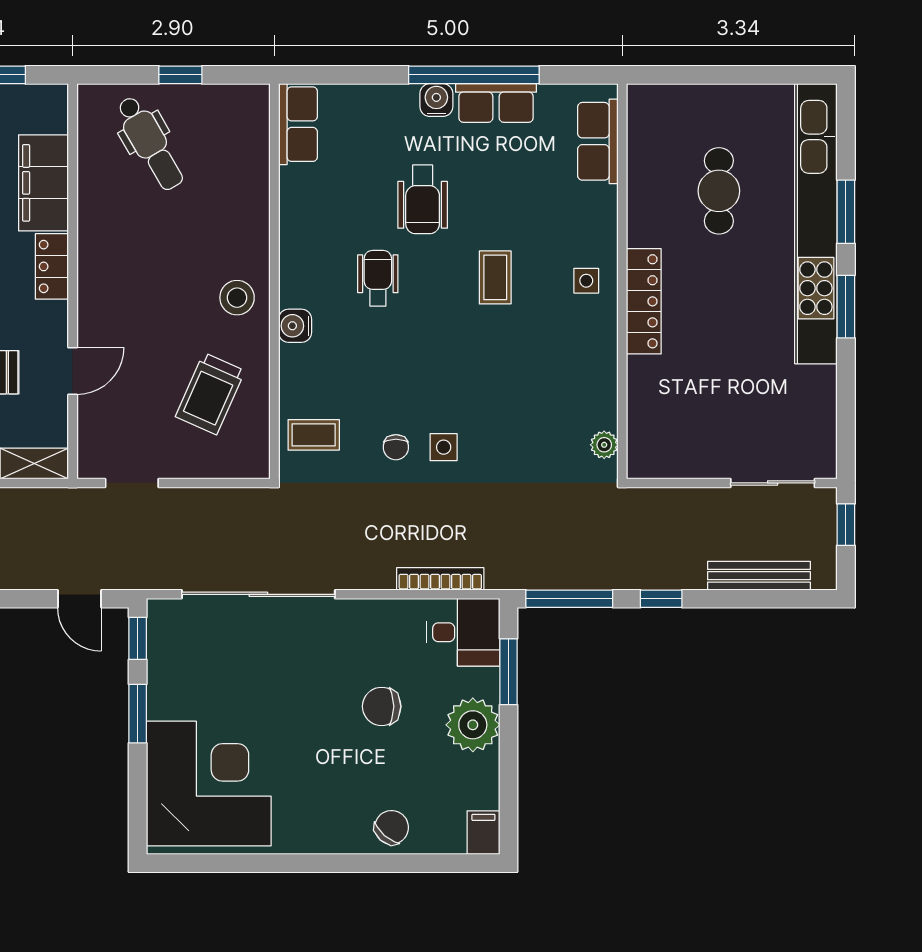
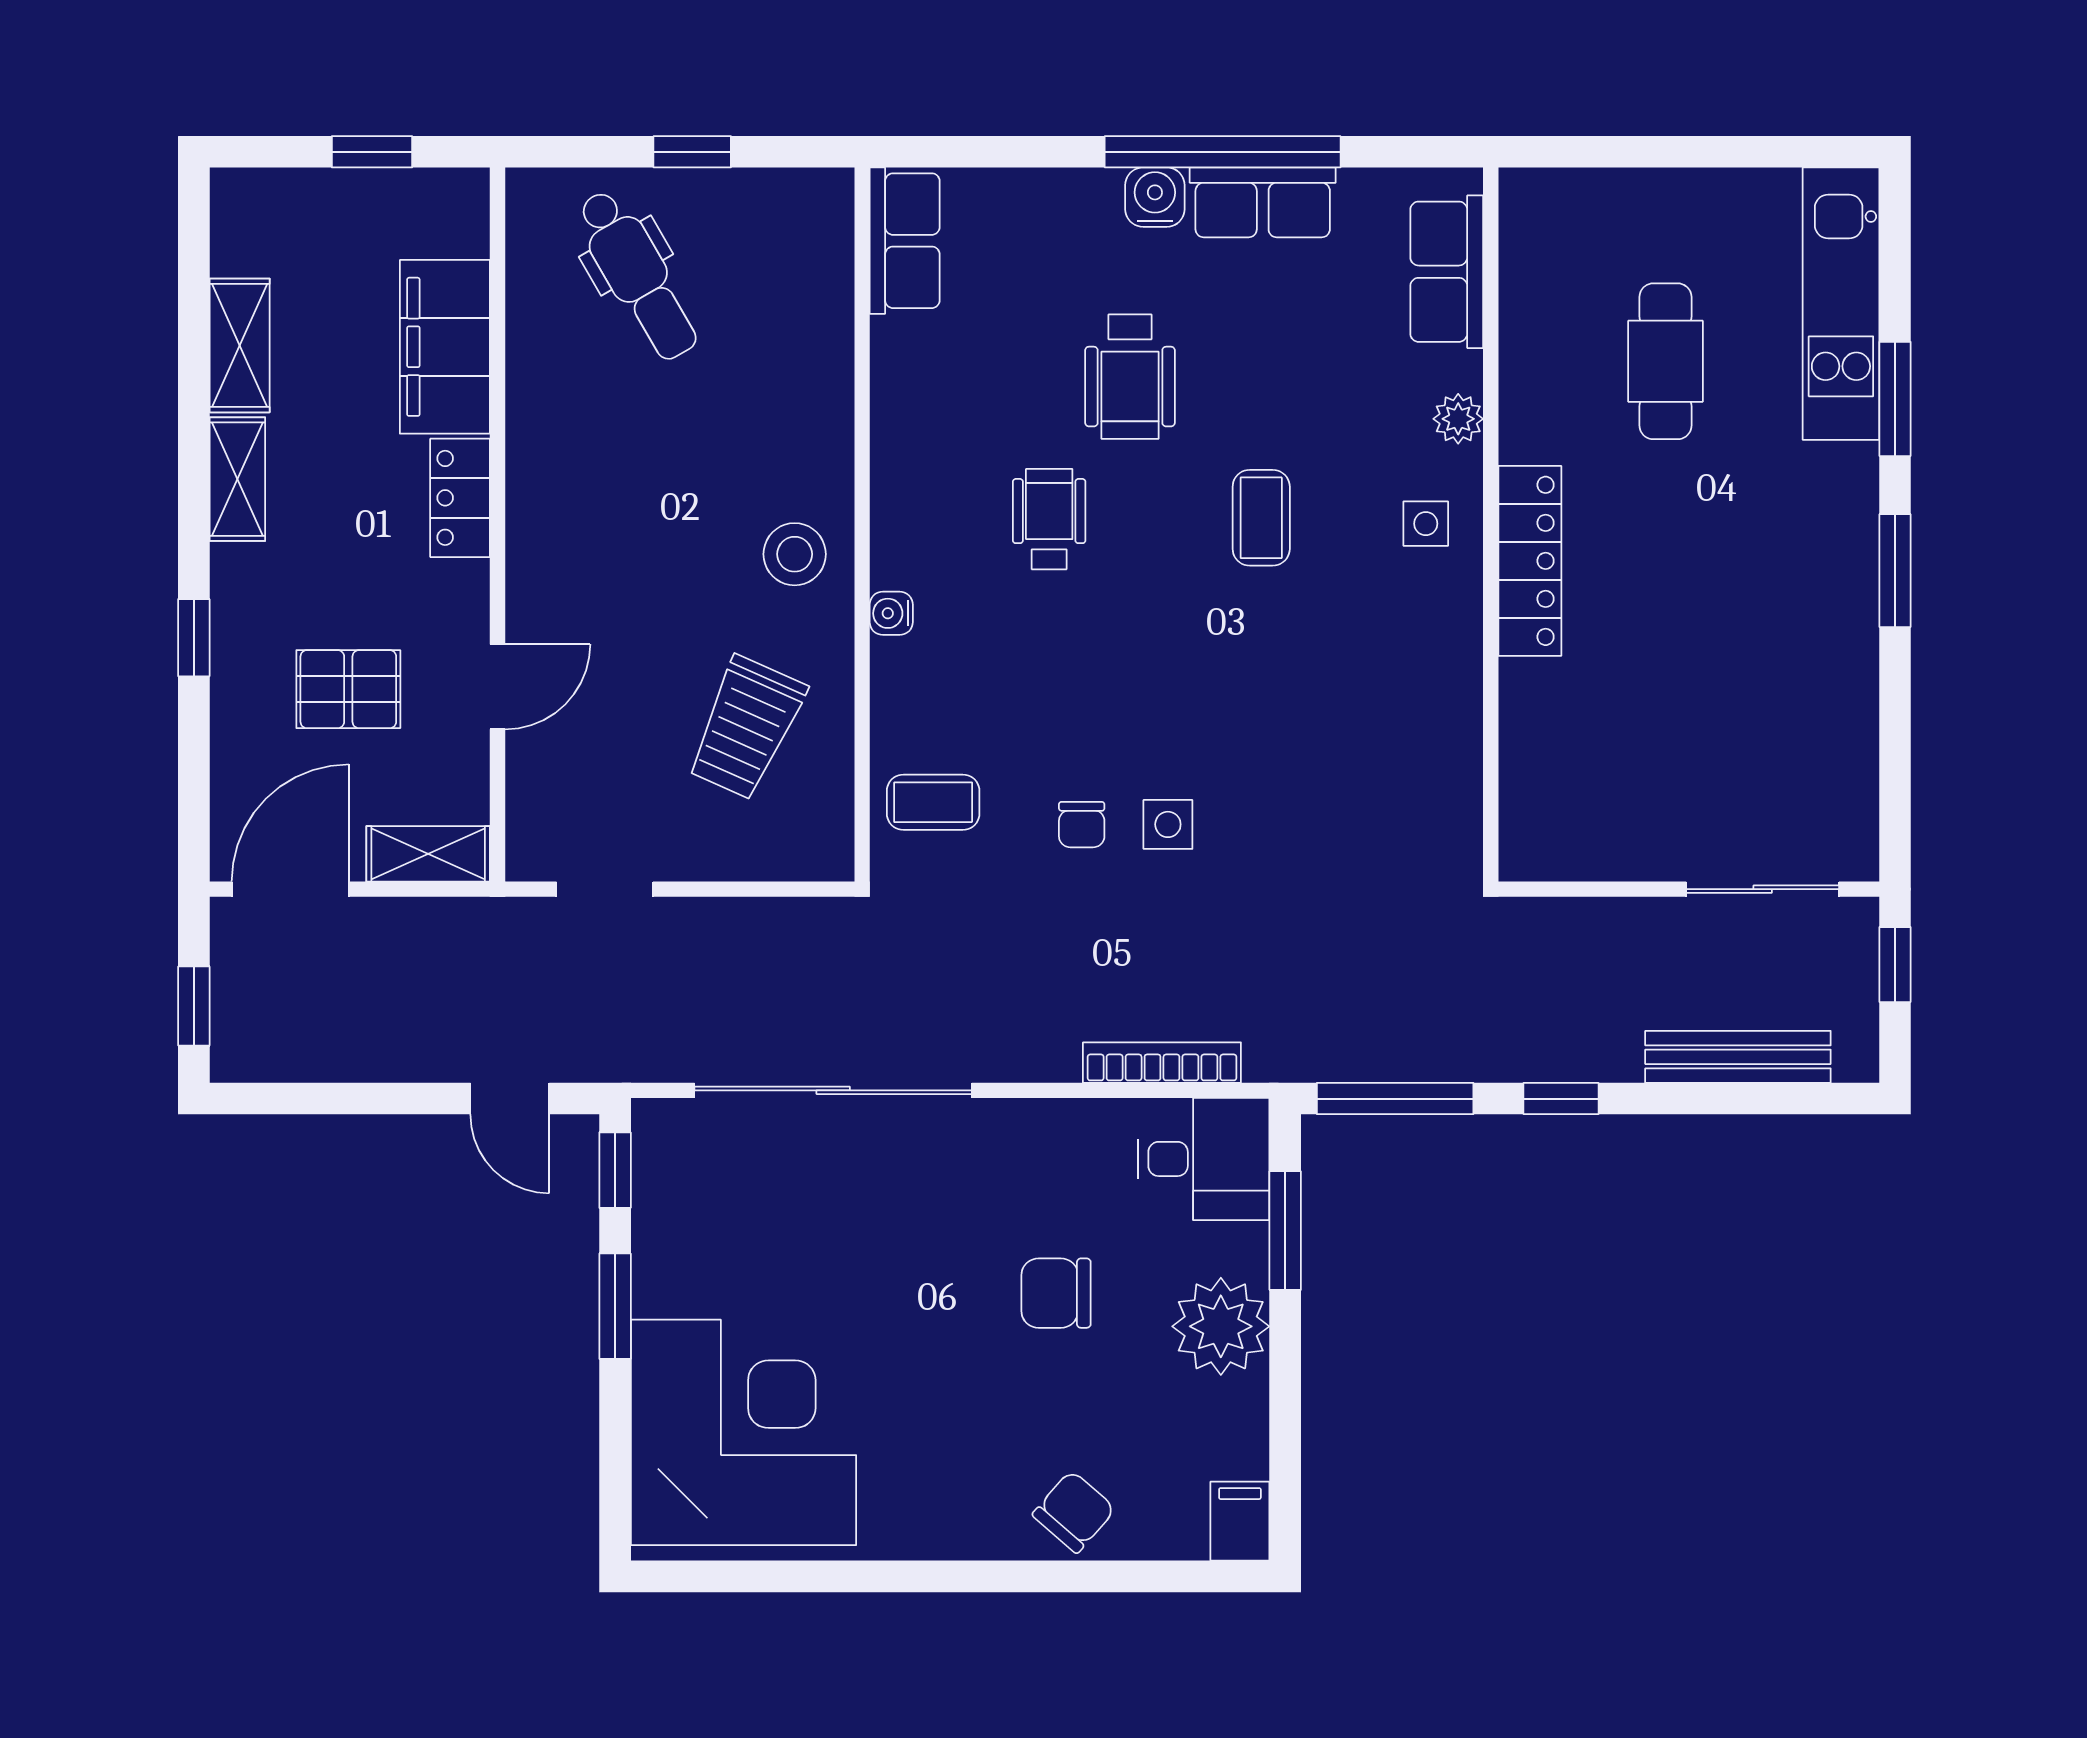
kitchen unit: (816, 224) -> (1841, 304), width x0.54
water cooler: (295, 326) -> (891, 613), width x0.72, depth x0.72
plant: (604, 445) -> (1458, 419), moved

